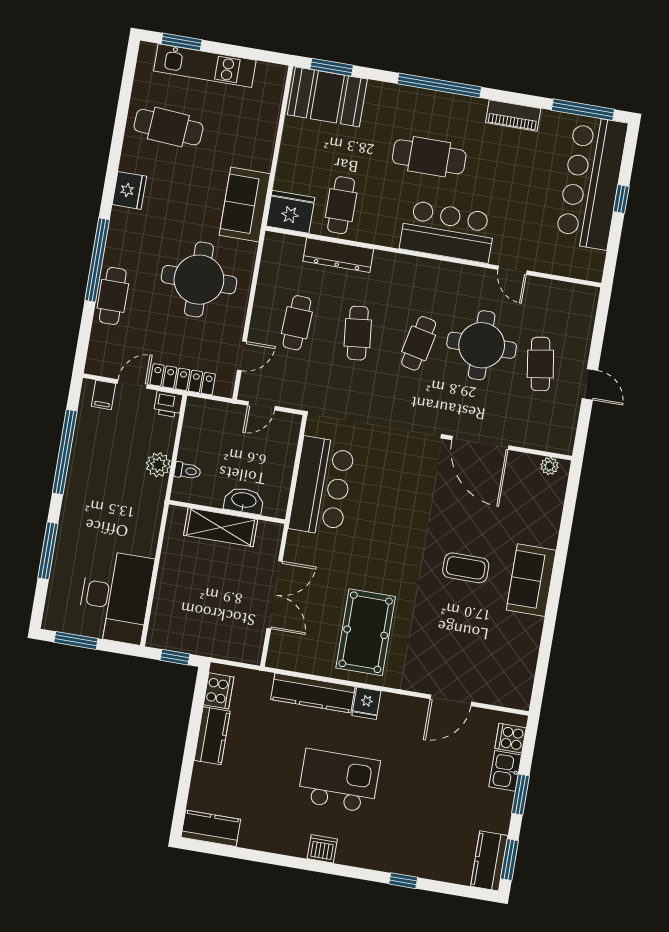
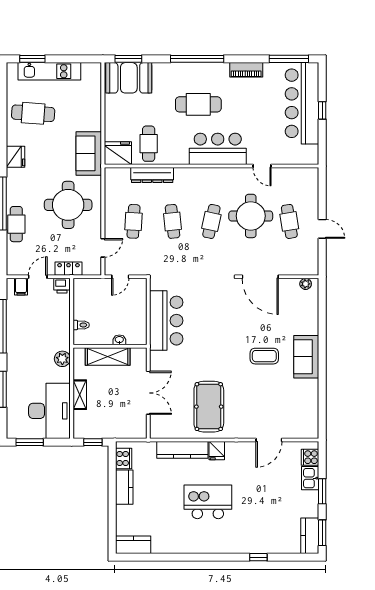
locker: (183, 379) -> (68, 269), width x0.66
plant: (158, 465) -> (62, 359), moved
washbasin: (244, 501) -> (119, 340), width x0.52, depth x0.69
shelving: (167, 580) -> (80, 395), added
dishwasher: (322, 849) -> (205, 546), removed

